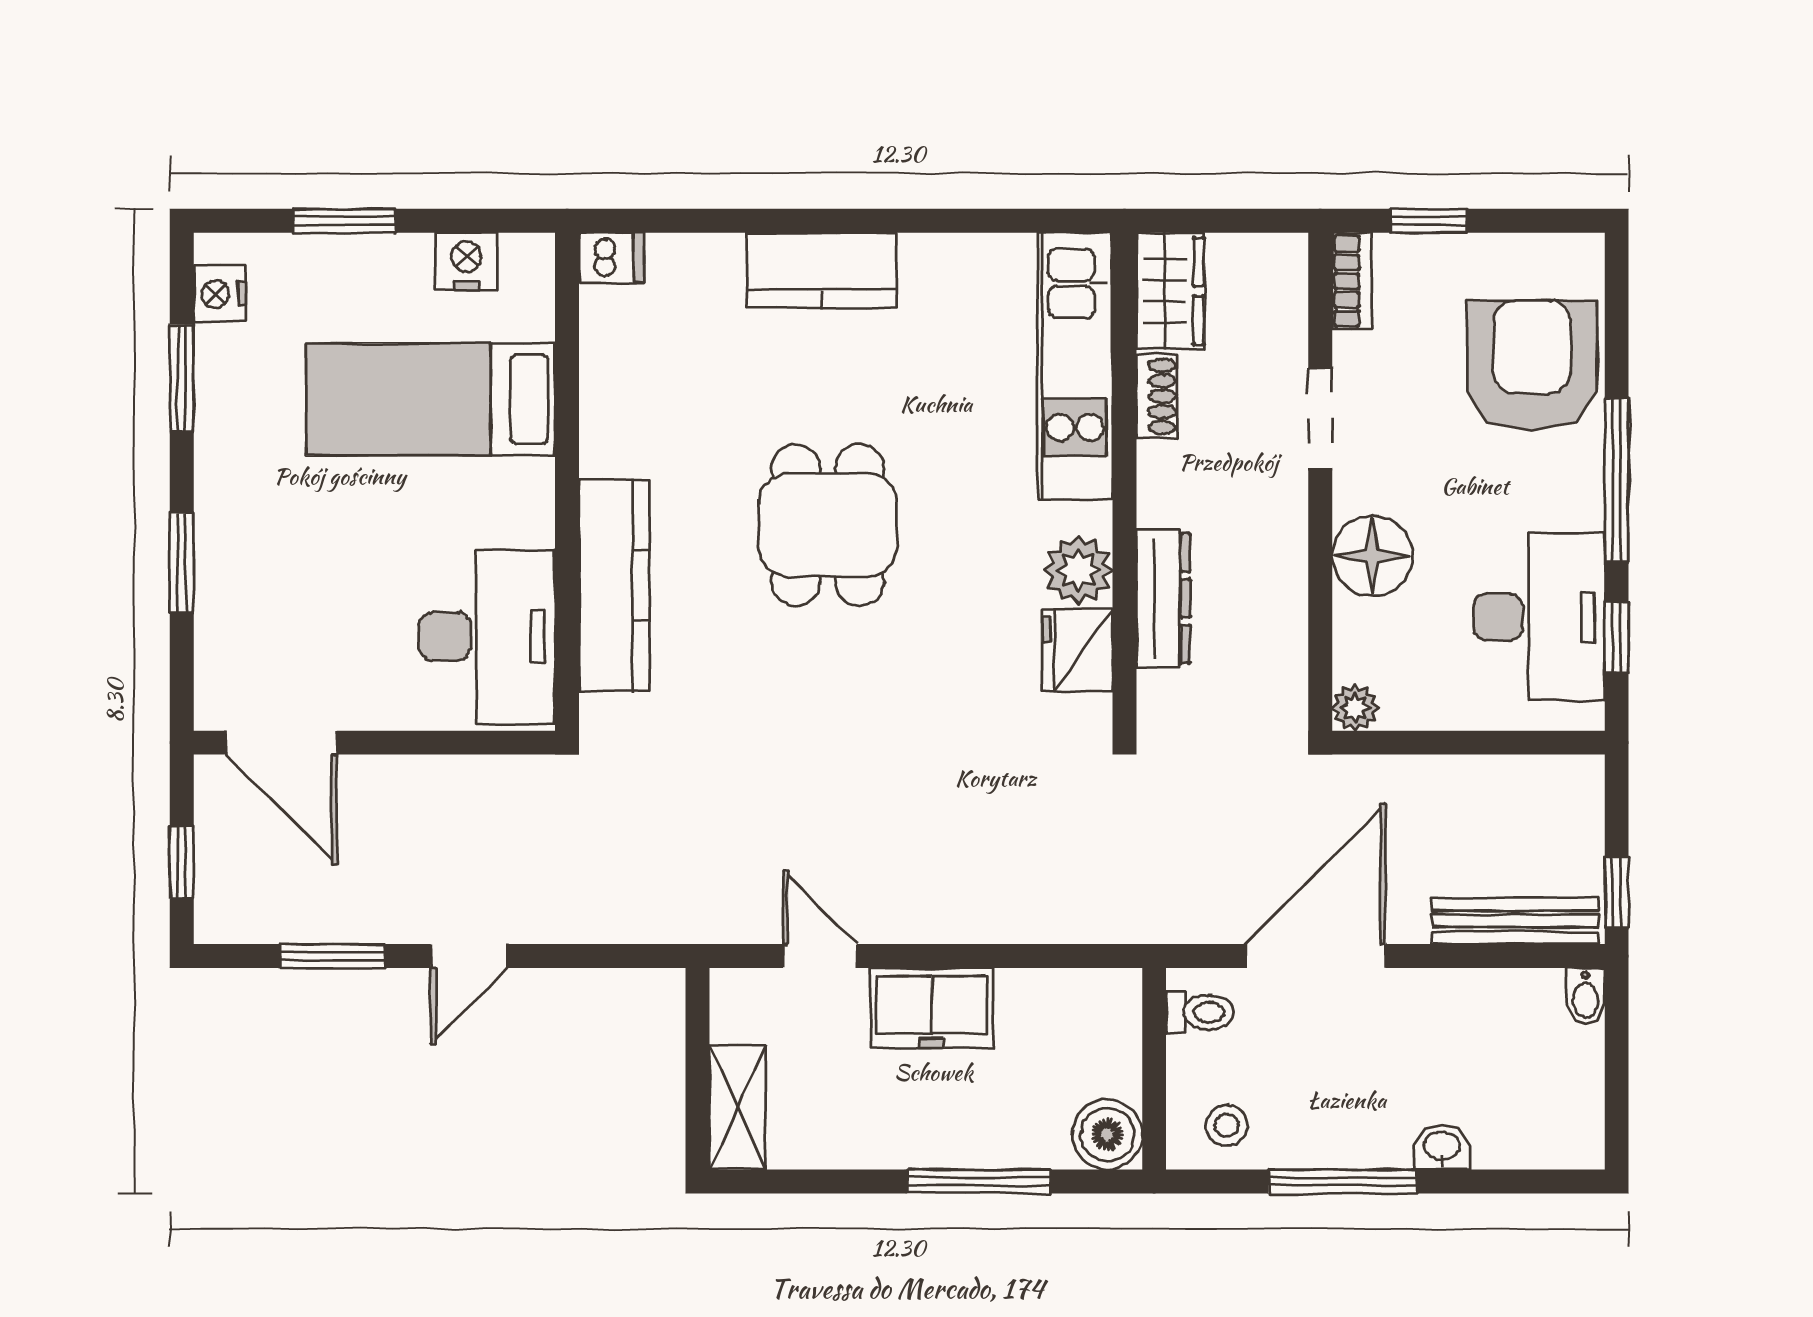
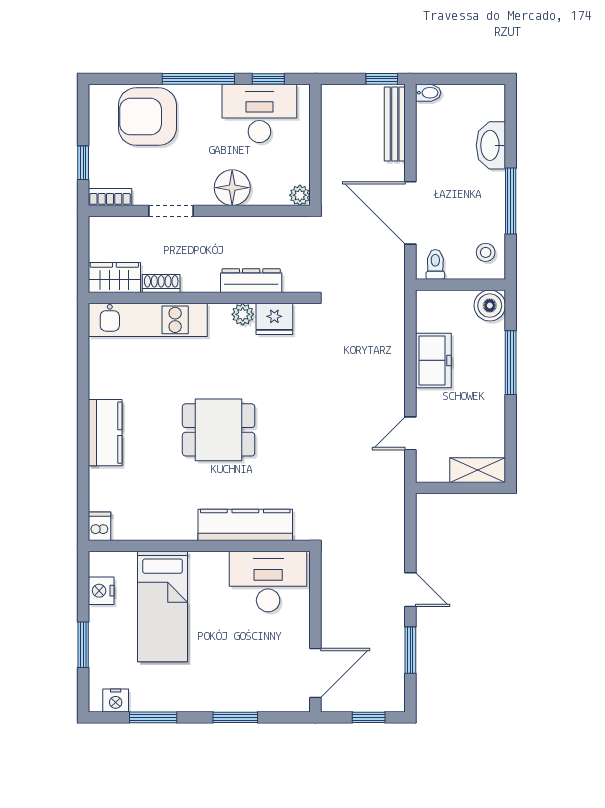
plant: (1078, 570) -> (243, 314), width x0.73, depth x0.73
freezer: (932, 1008) -> (433, 360), moved
washbasin: (1442, 1147) -> (491, 145), width x1.91, depth x1.45

